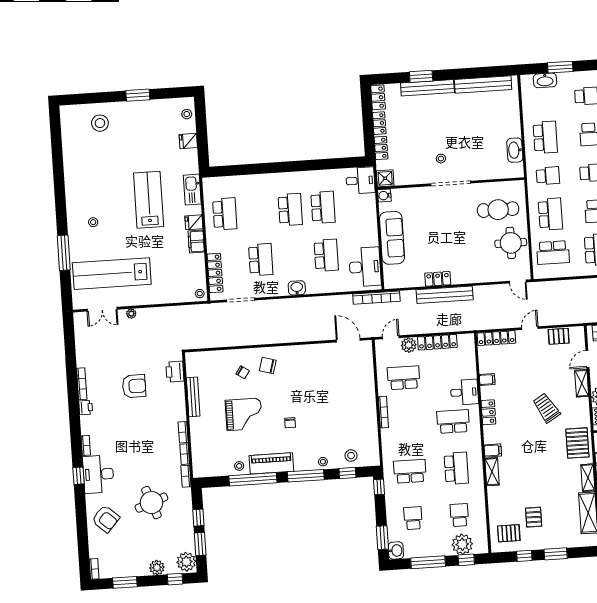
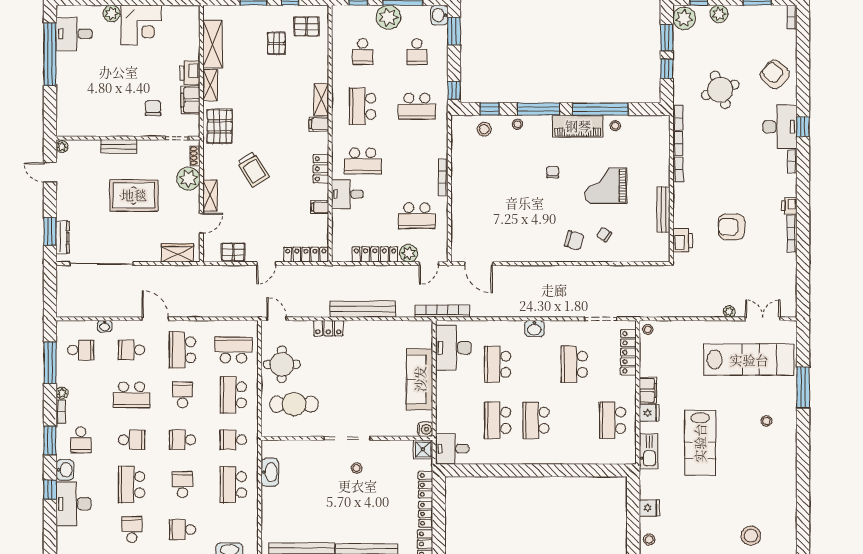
locker: (438, 279) -> (328, 328), moved
plant: (462, 544) -> (388, 17), moved

